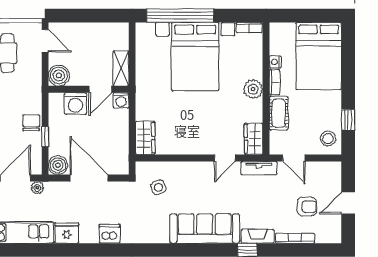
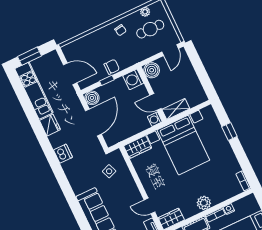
window: (180, 16) -> (229, 132), width x0.32
bed with nightstands: (195, 57) -> (183, 145), moved, turned -90
washing machine: (75, 104) -> (133, 79), moved
plant: (37, 188) -> (71, 91), removed

